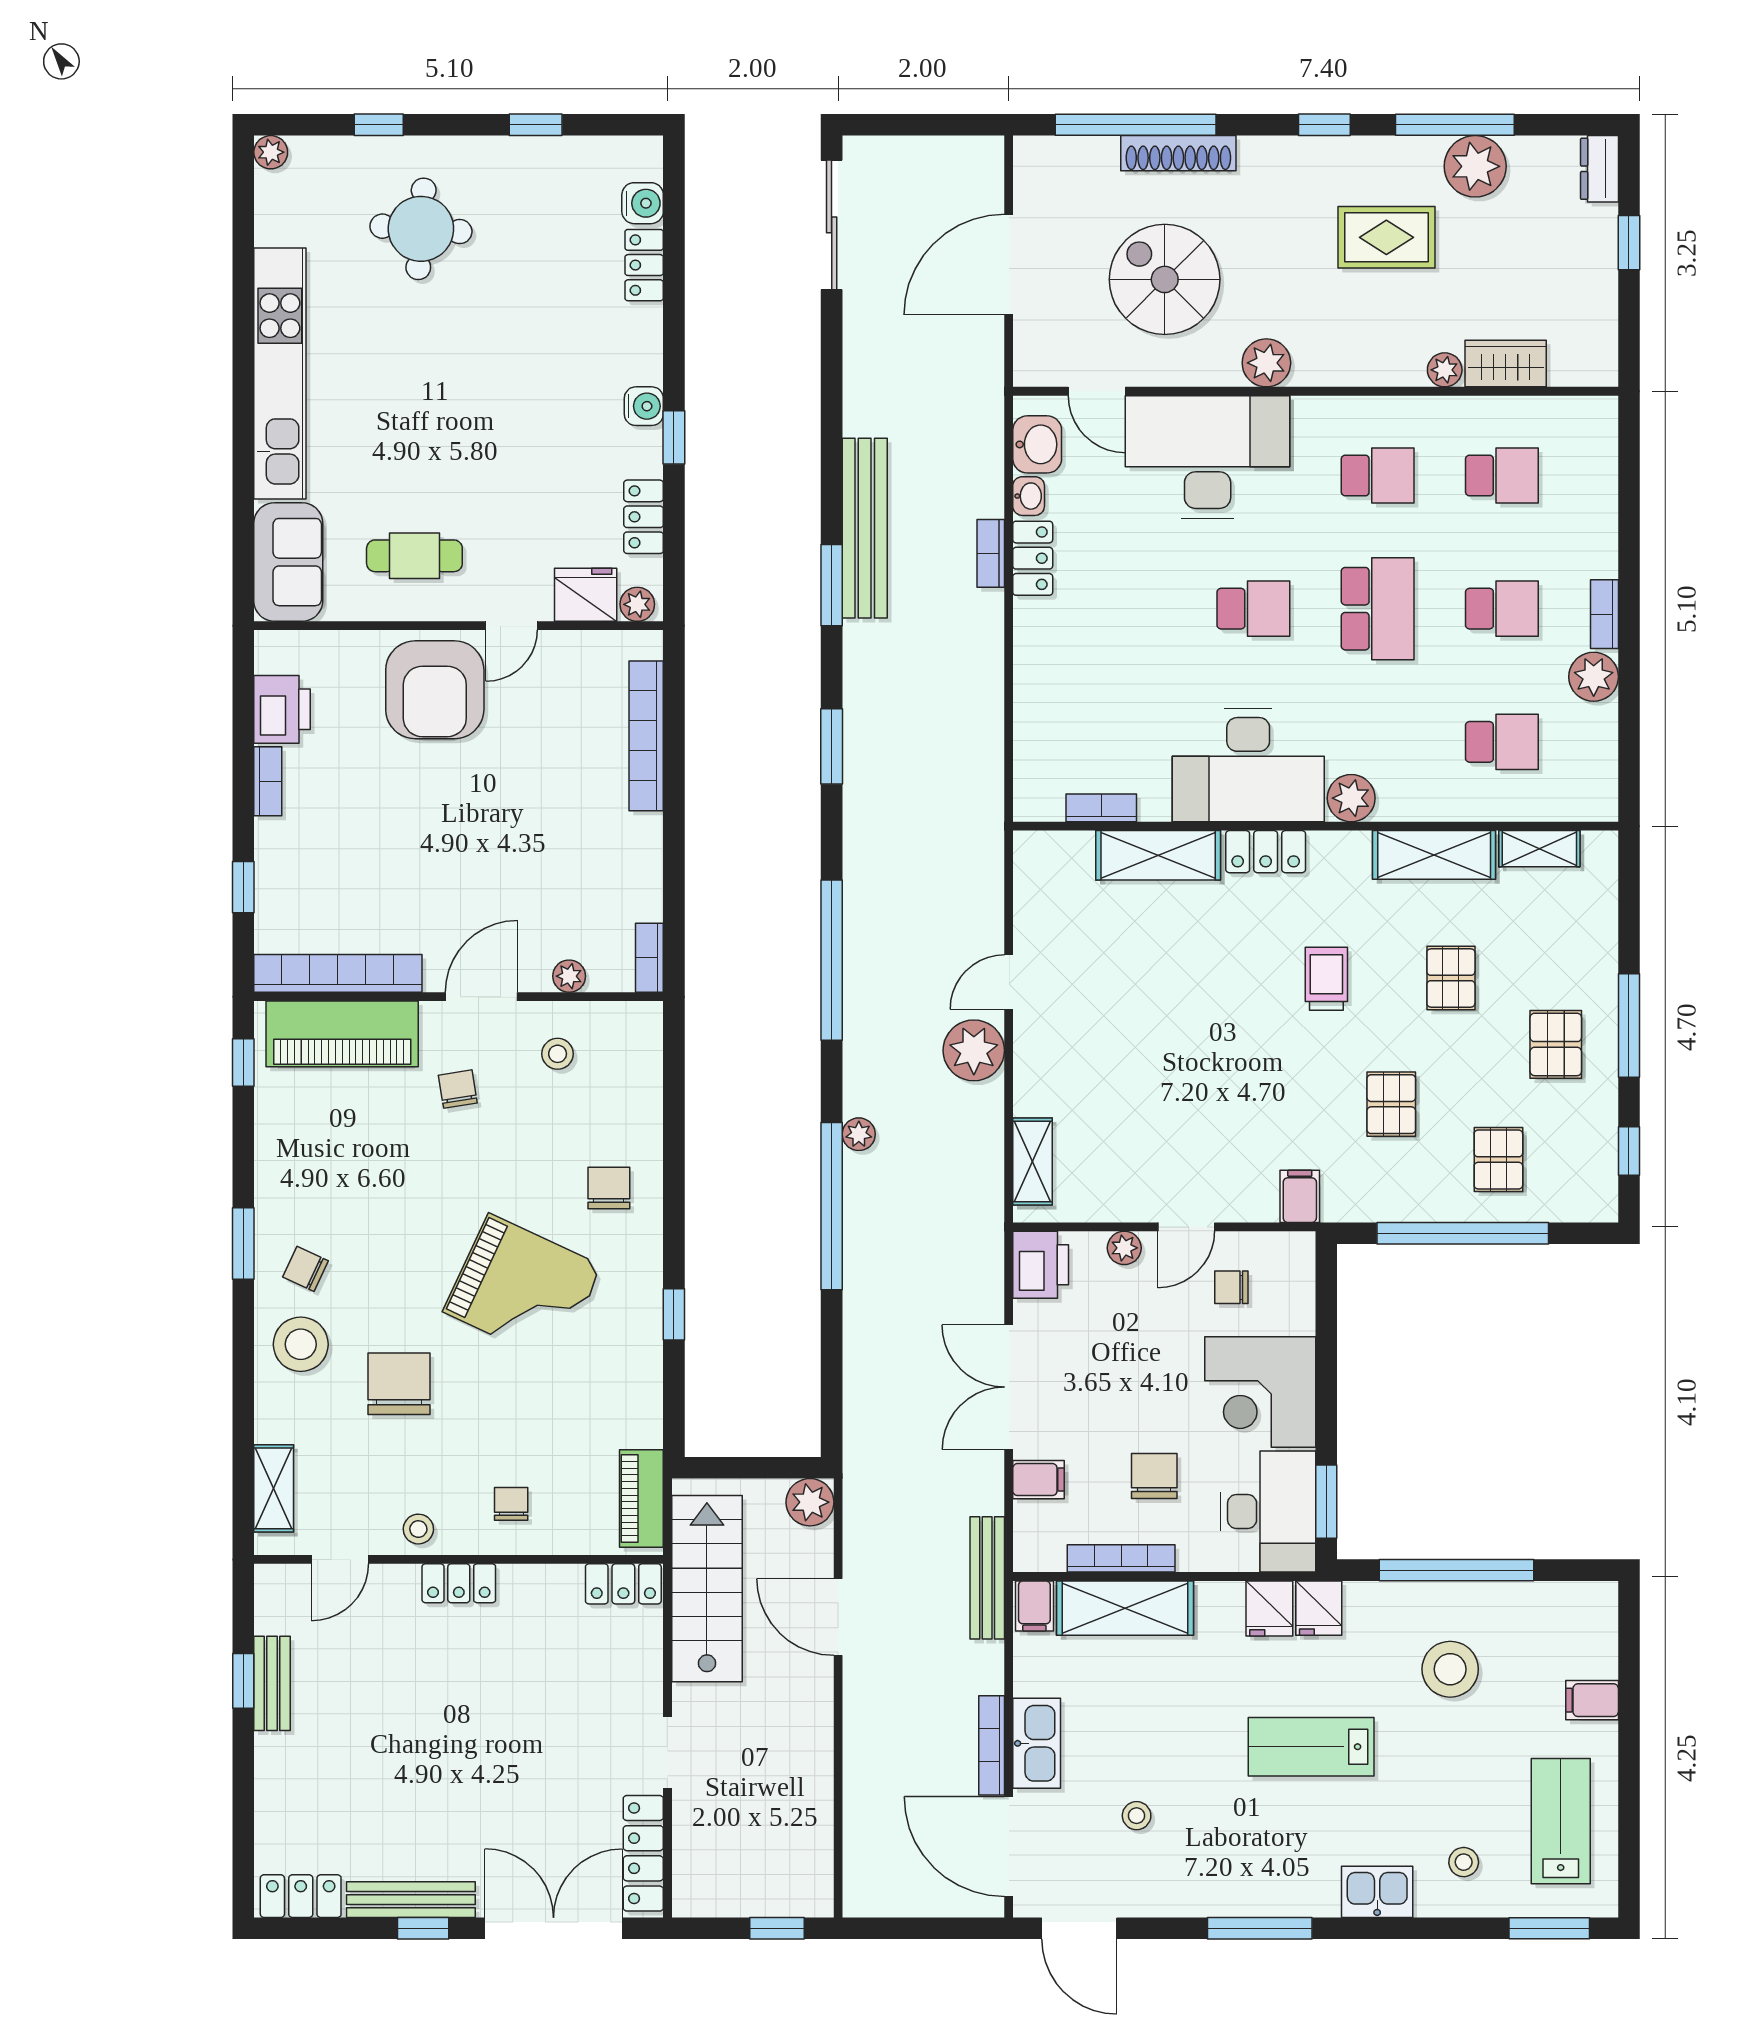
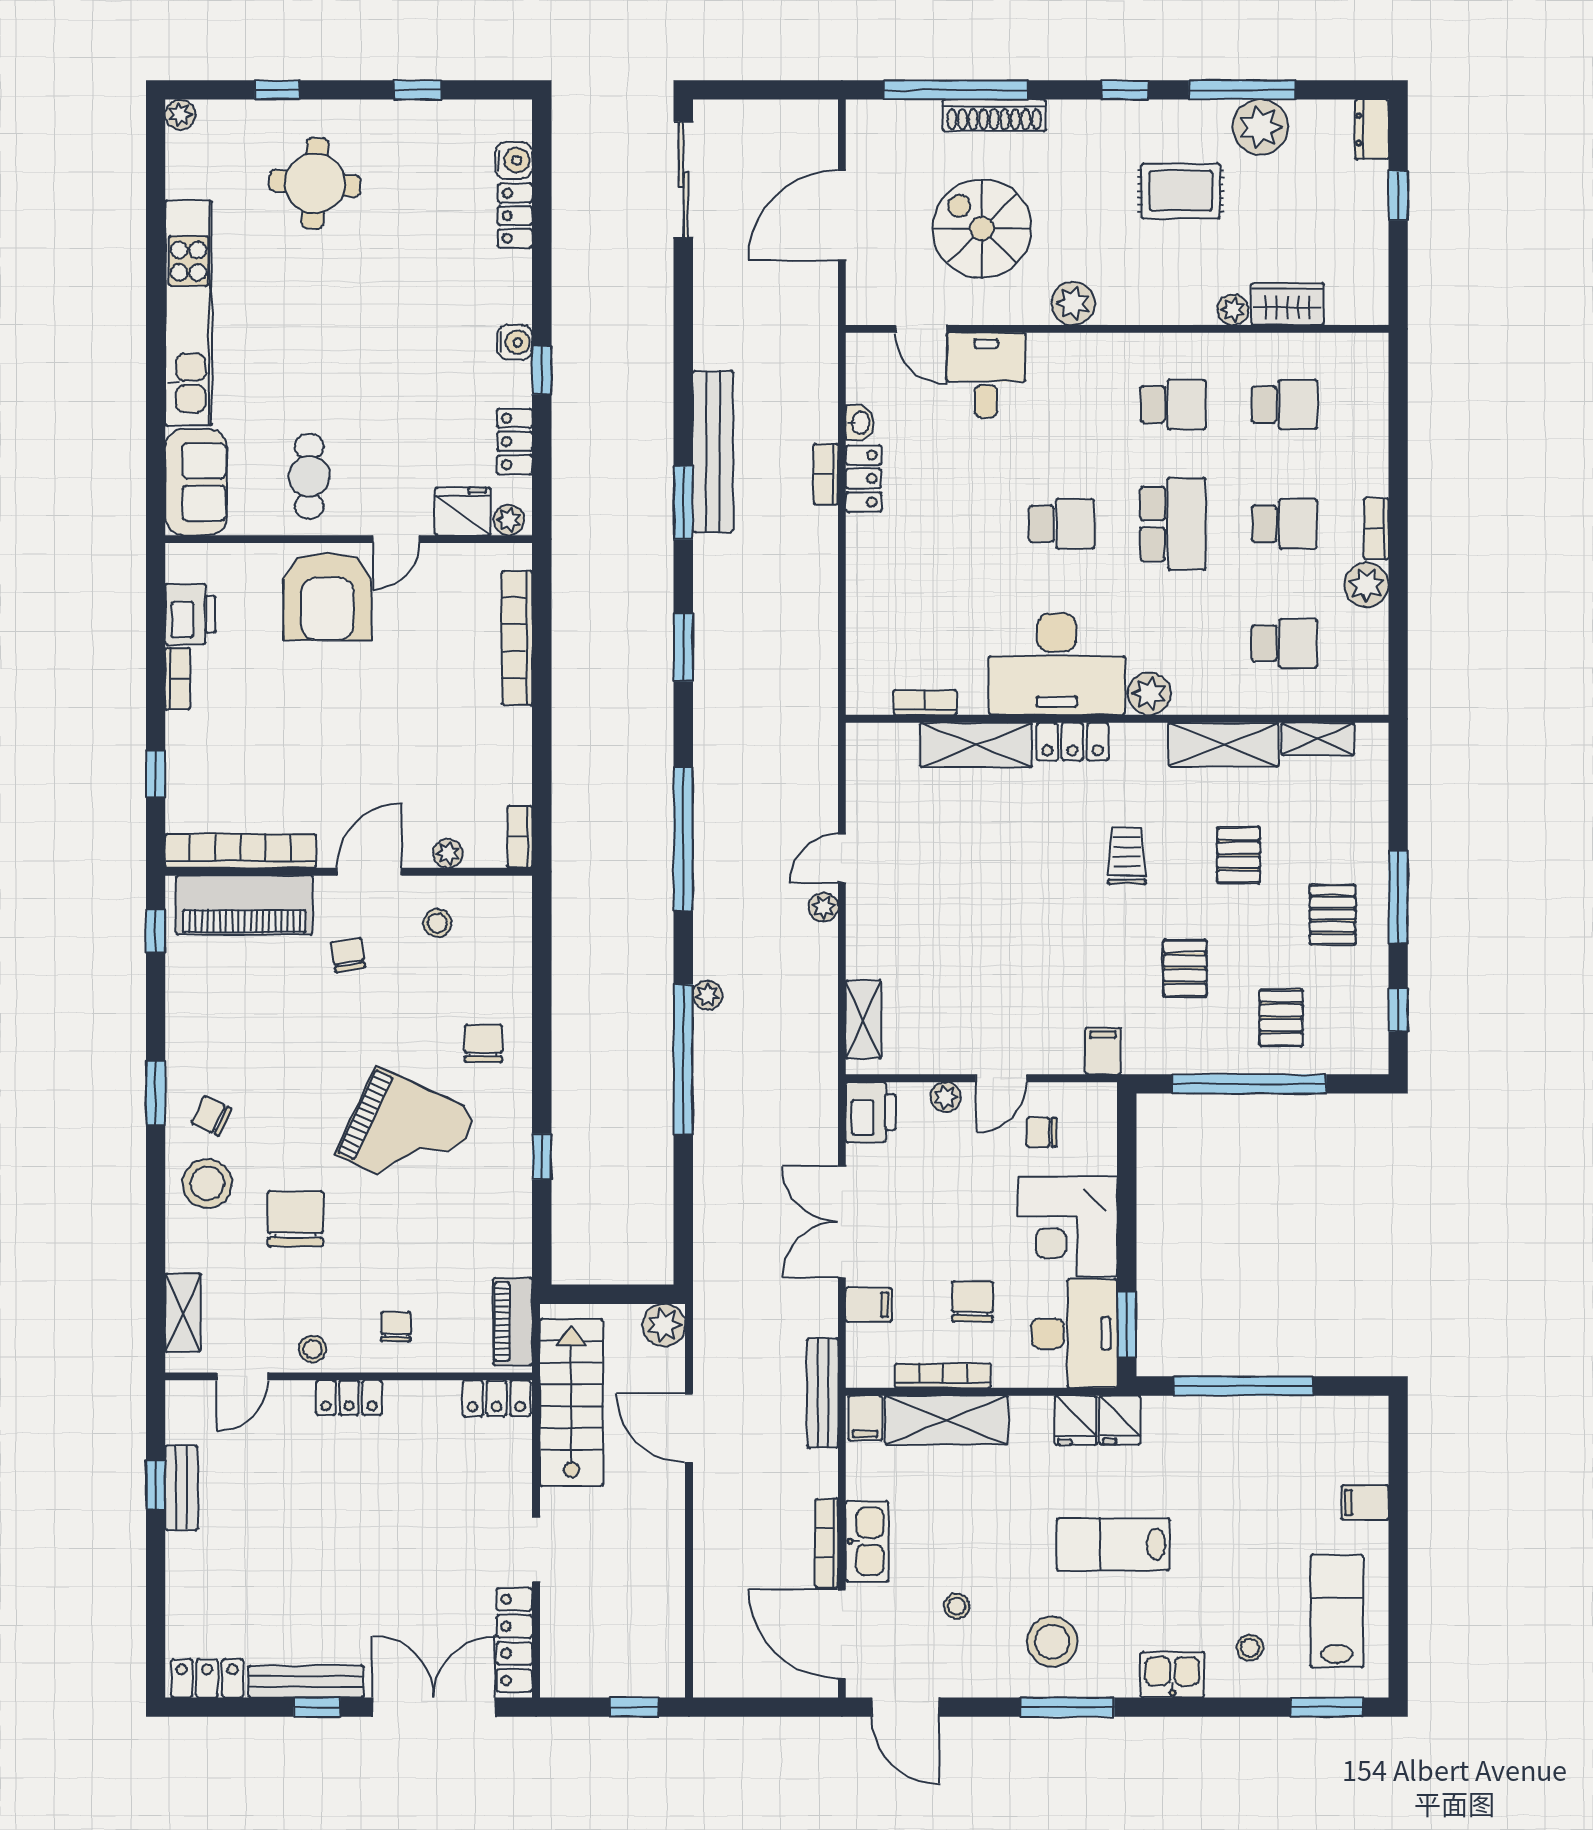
washbasin: (1037, 444) -> (868, 377), removed
desk: (1208, 457) -> (986, 375), width x0.53, depth x0.77
cafe table: (414, 556) -> (309, 476), turned 90
plant: (974, 1050) -> (823, 907), width x0.53, depth x0.53
stool: (1450, 1669) -> (1052, 1642), moved

